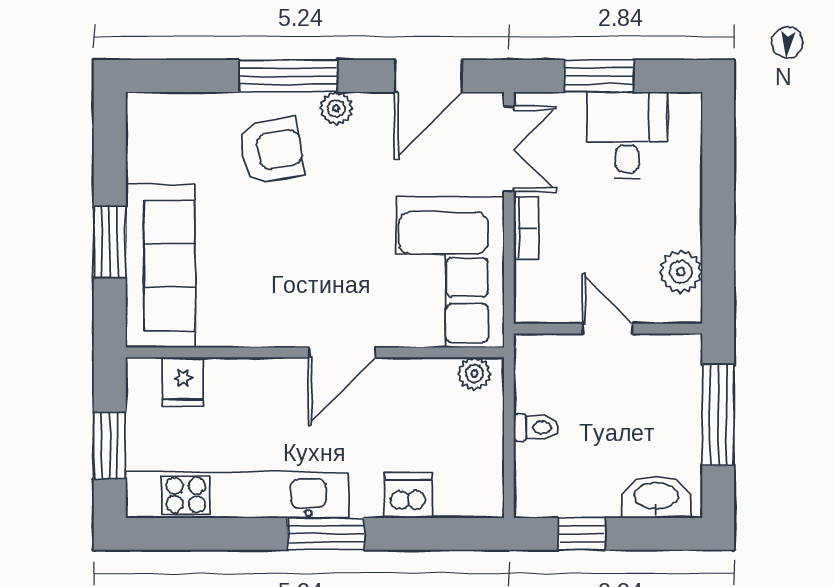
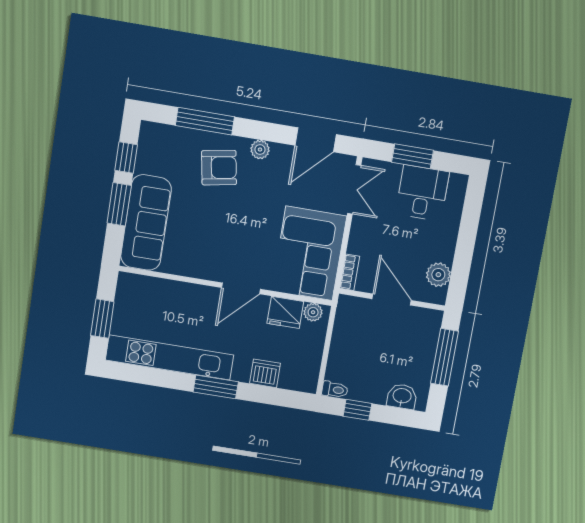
window: (288, 76) -> (205, 121), moved
window: (110, 160) -> (126, 158), added
bookcase: (526, 228) -> (350, 272), moved
door: (607, 329) -> (392, 300), width x1.37
fridge: (183, 382) -> (285, 312), moved, width x1.38
toilet: (536, 427) -> (335, 390), moved
washbasin: (656, 497) -> (402, 396), width x0.72

